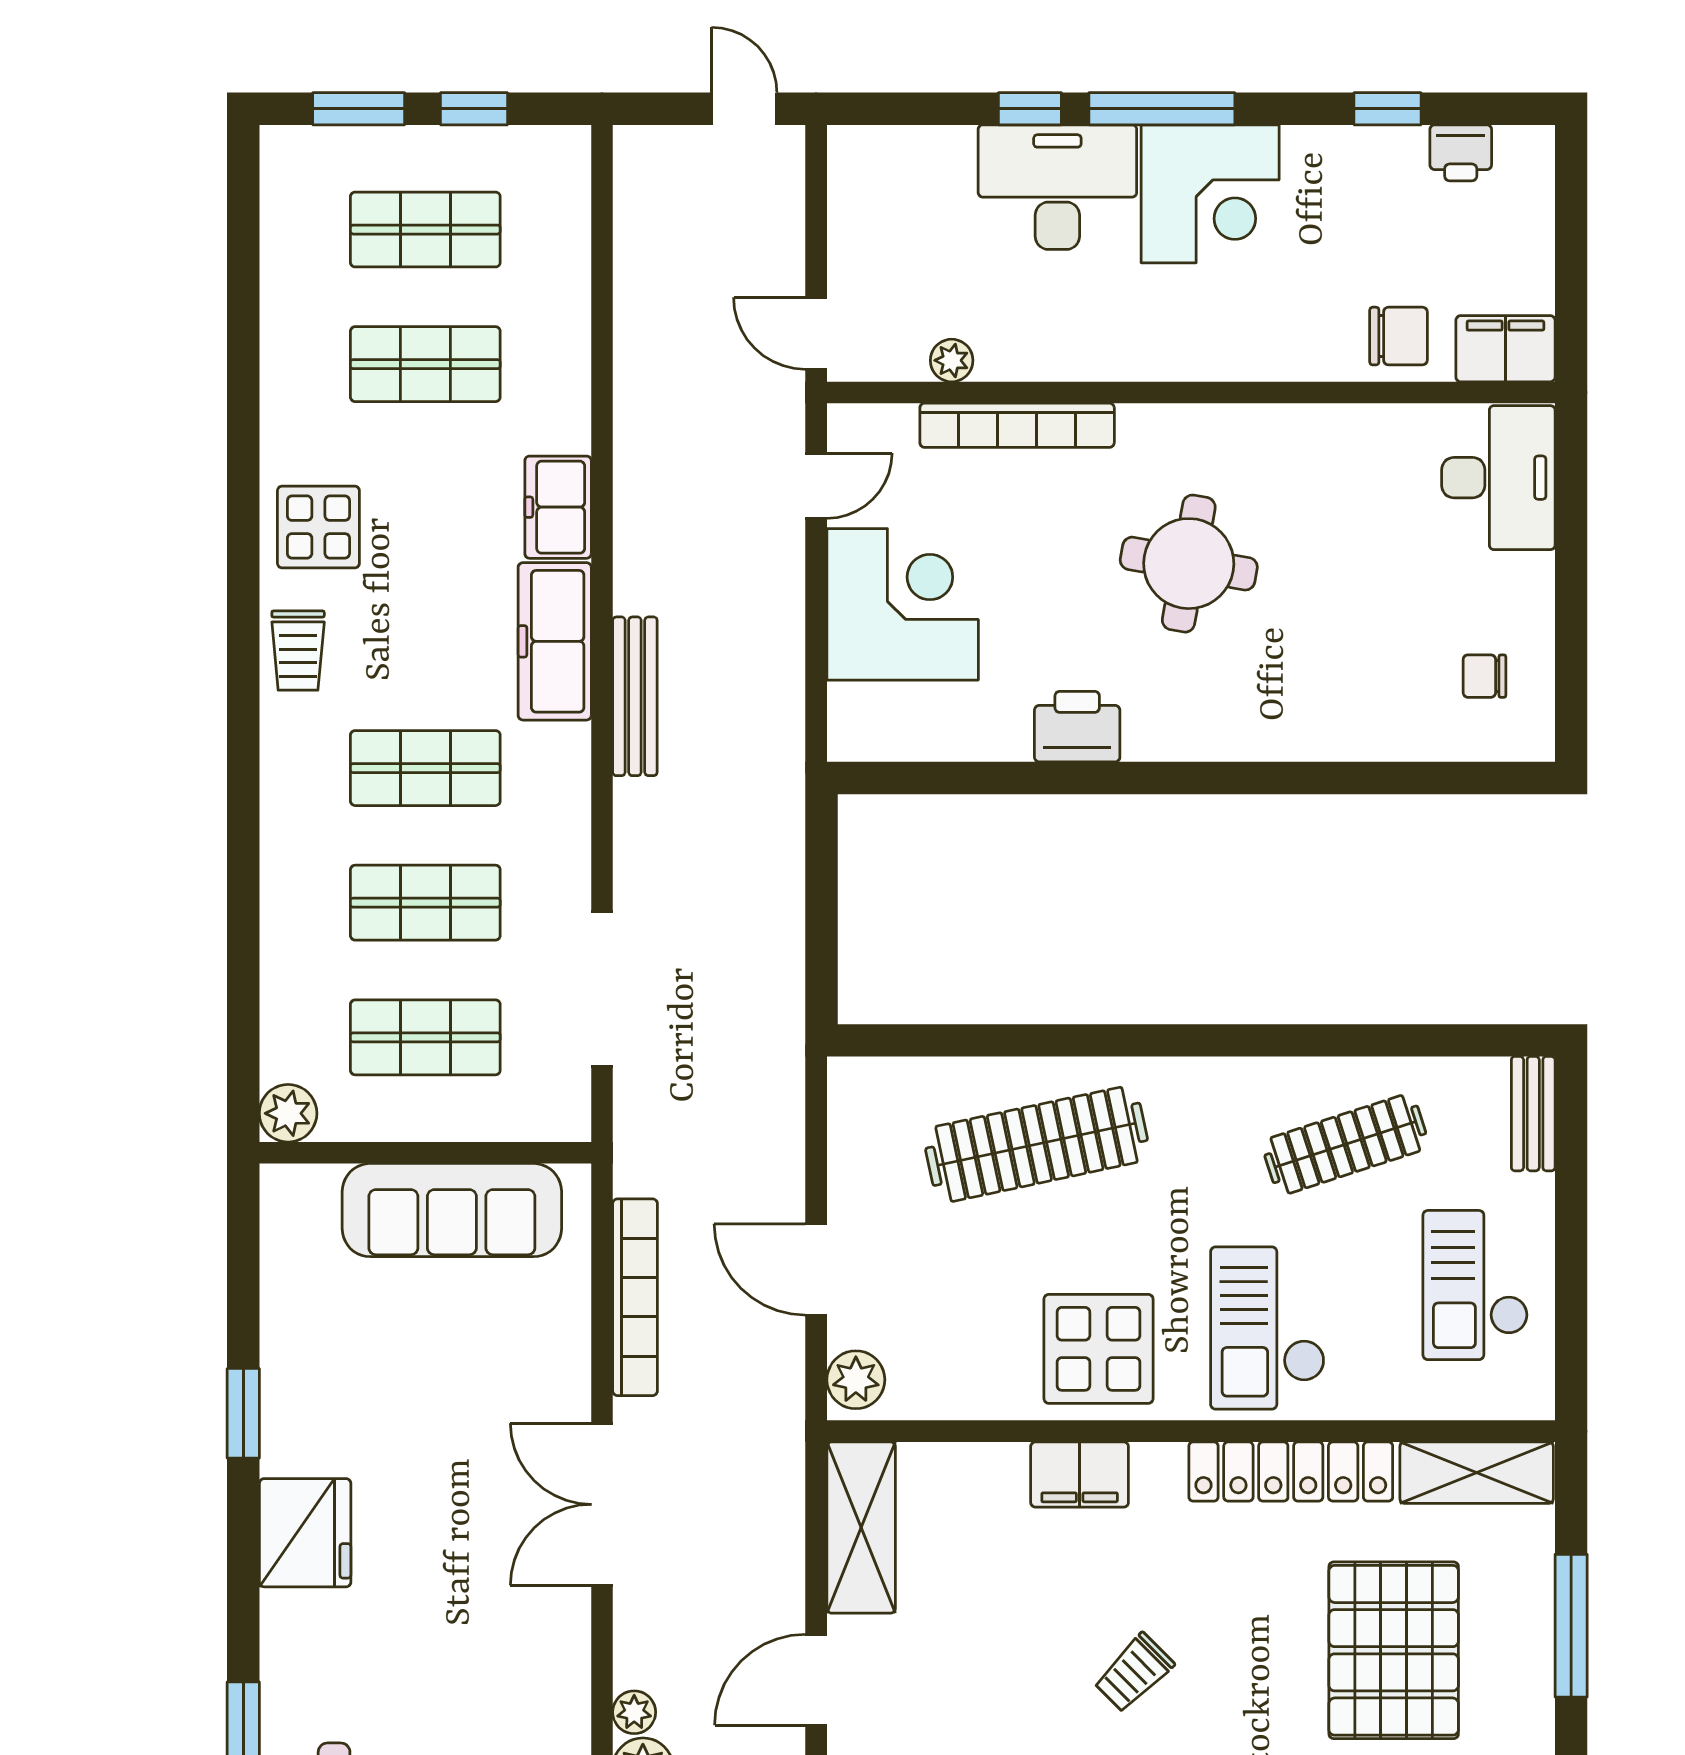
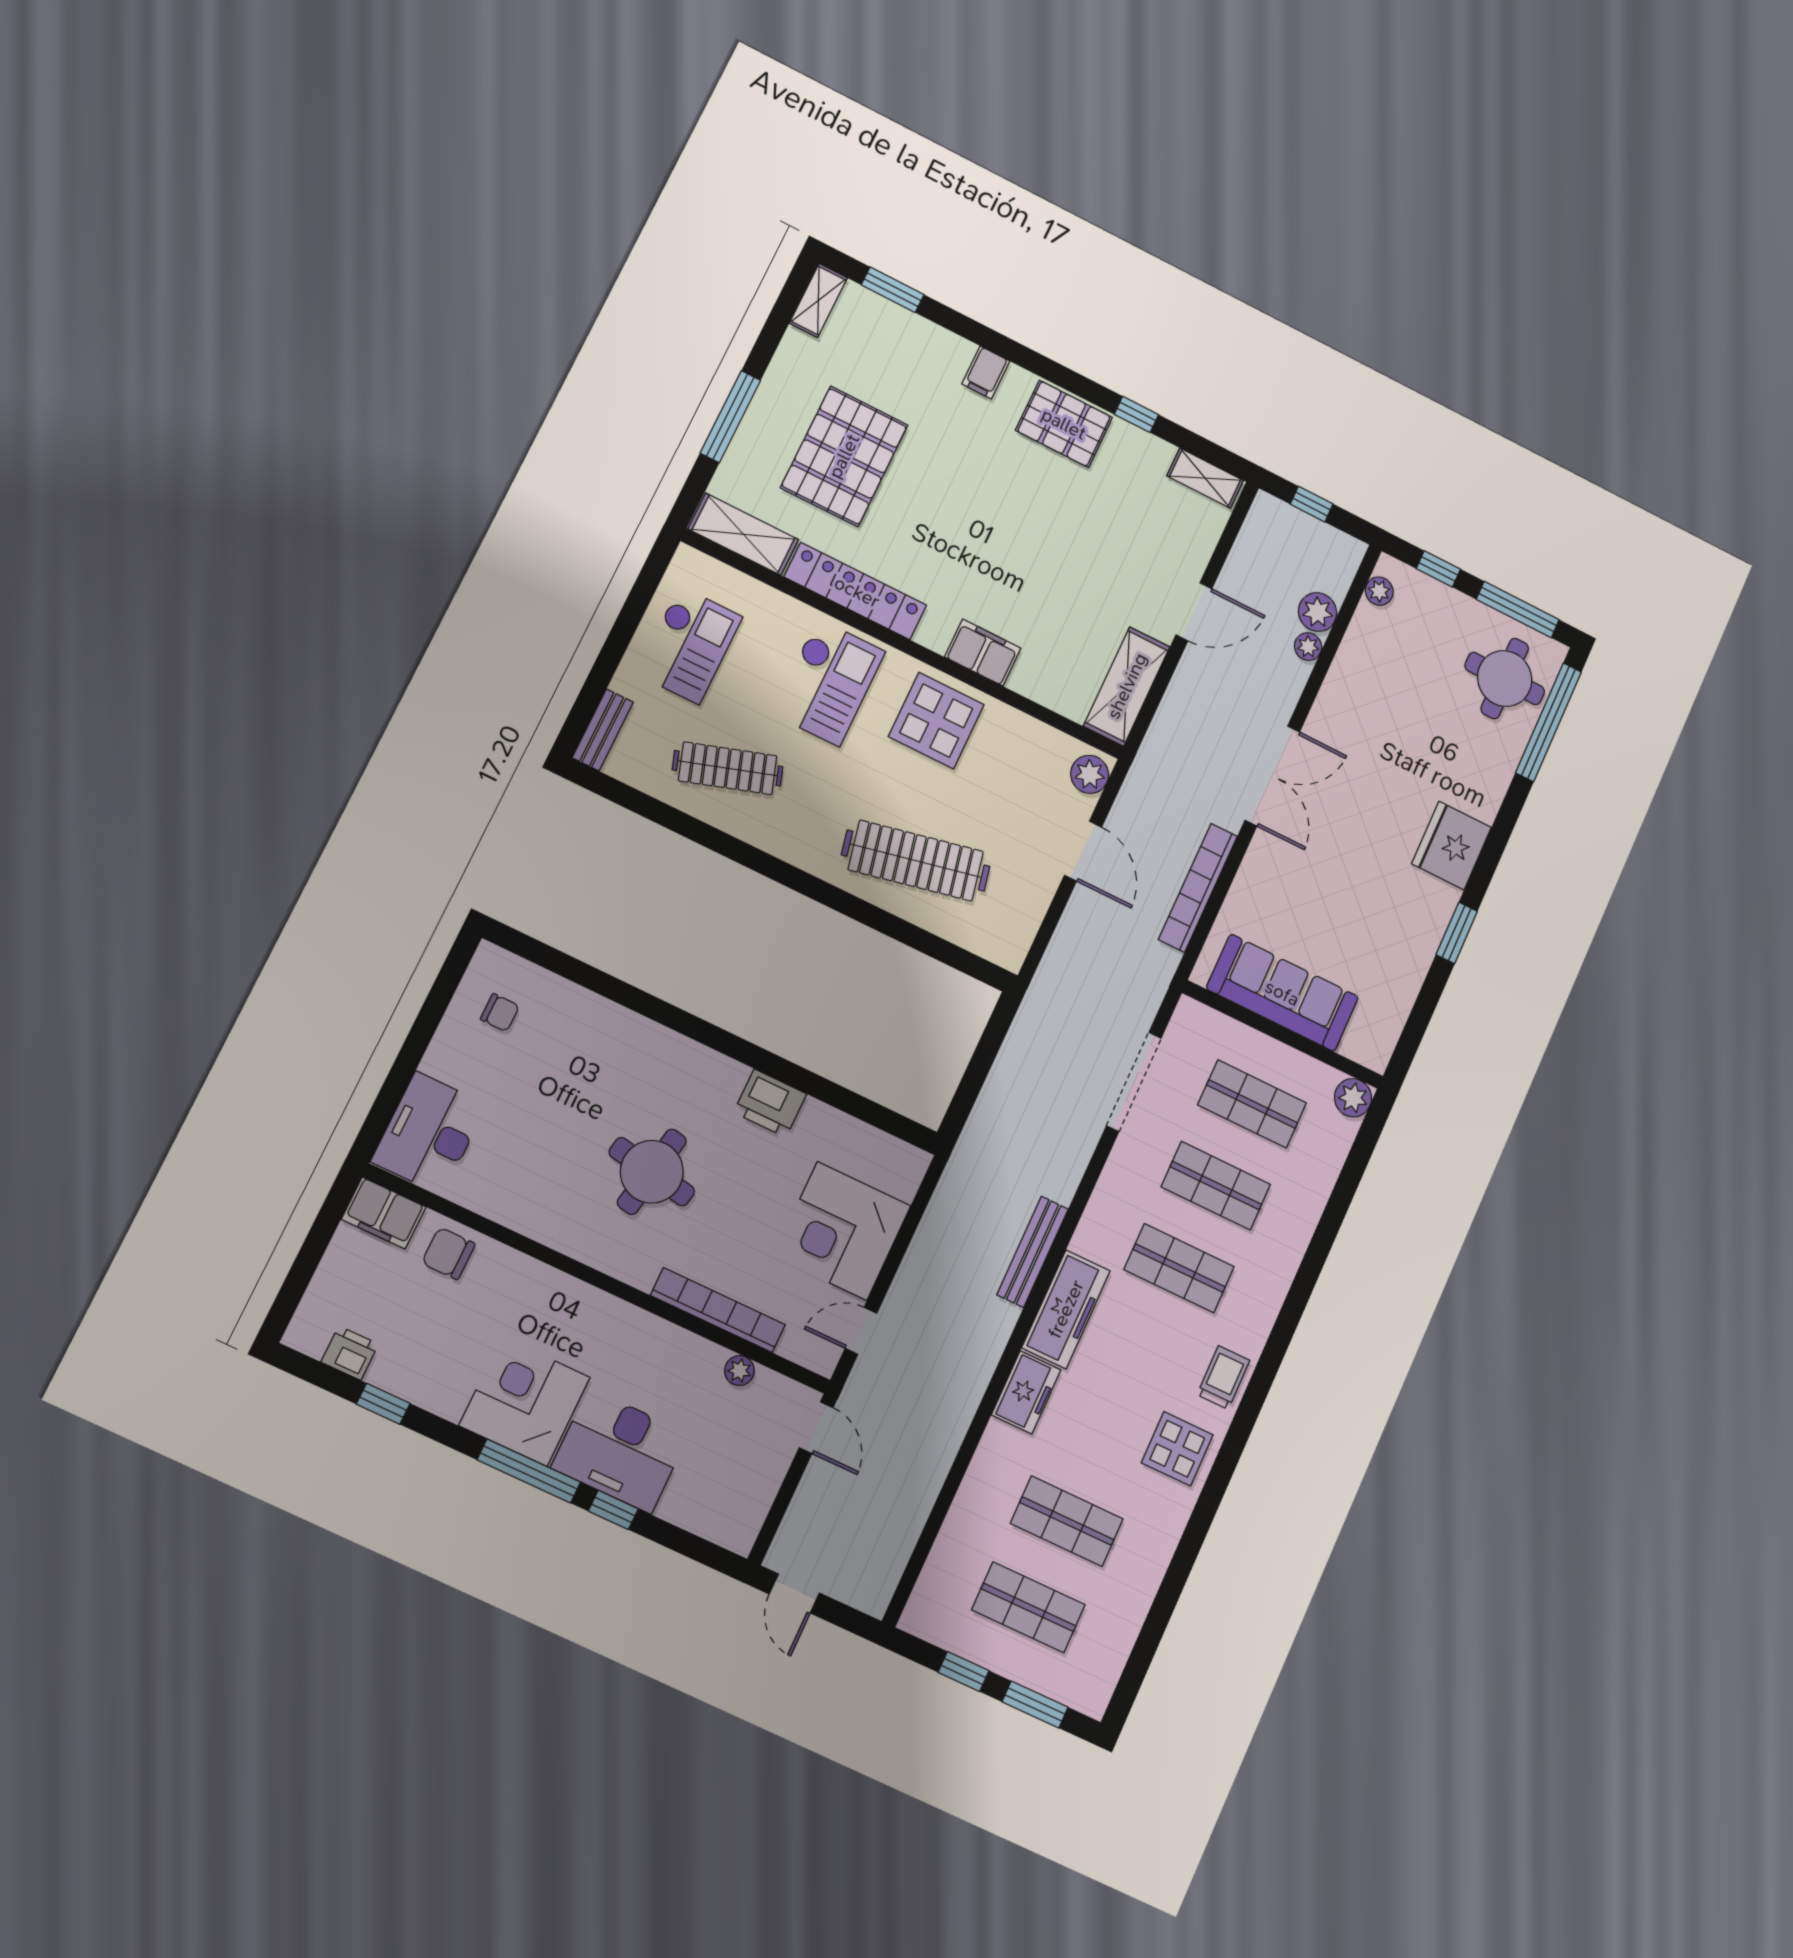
trolley: (1134, 1673) -> (1005, 521), removed

